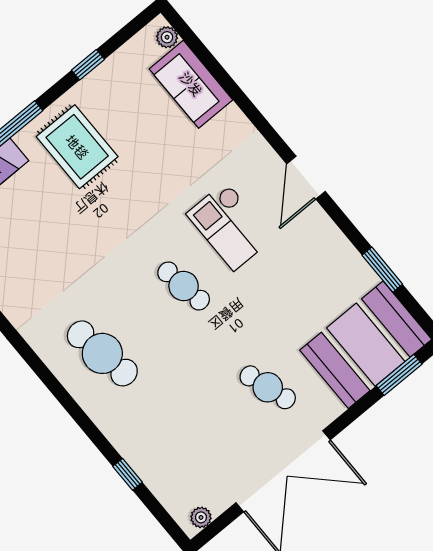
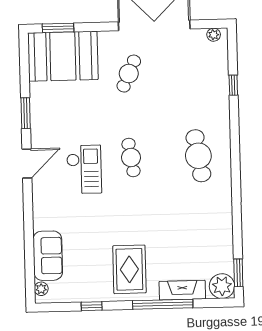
window: (382, 270) -> (26, 113), moved
cafe table: (268, 387) -> (129, 74), turned 42

